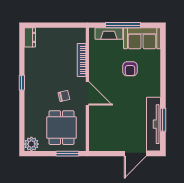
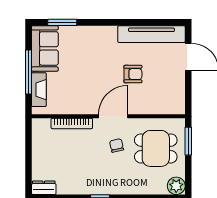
armchair: (130, 69) -> (133, 74), moved
window: (163, 120) -> (62, 22), moved

